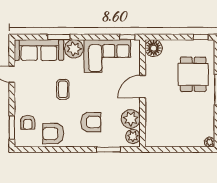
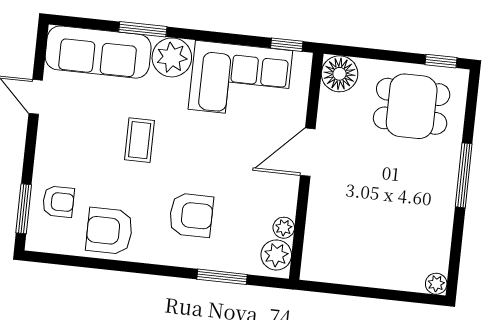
dining table: (193, 74) -> (412, 106), moved, turned 90
plant: (131, 119) -> (284, 228), width x0.53, depth x0.53
armchair: (28, 122) -> (58, 202), turned -90

